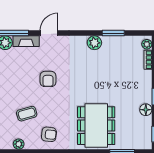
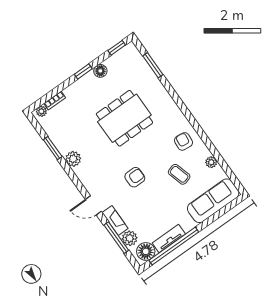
dining table: (96, 126) -> (124, 118), moved

